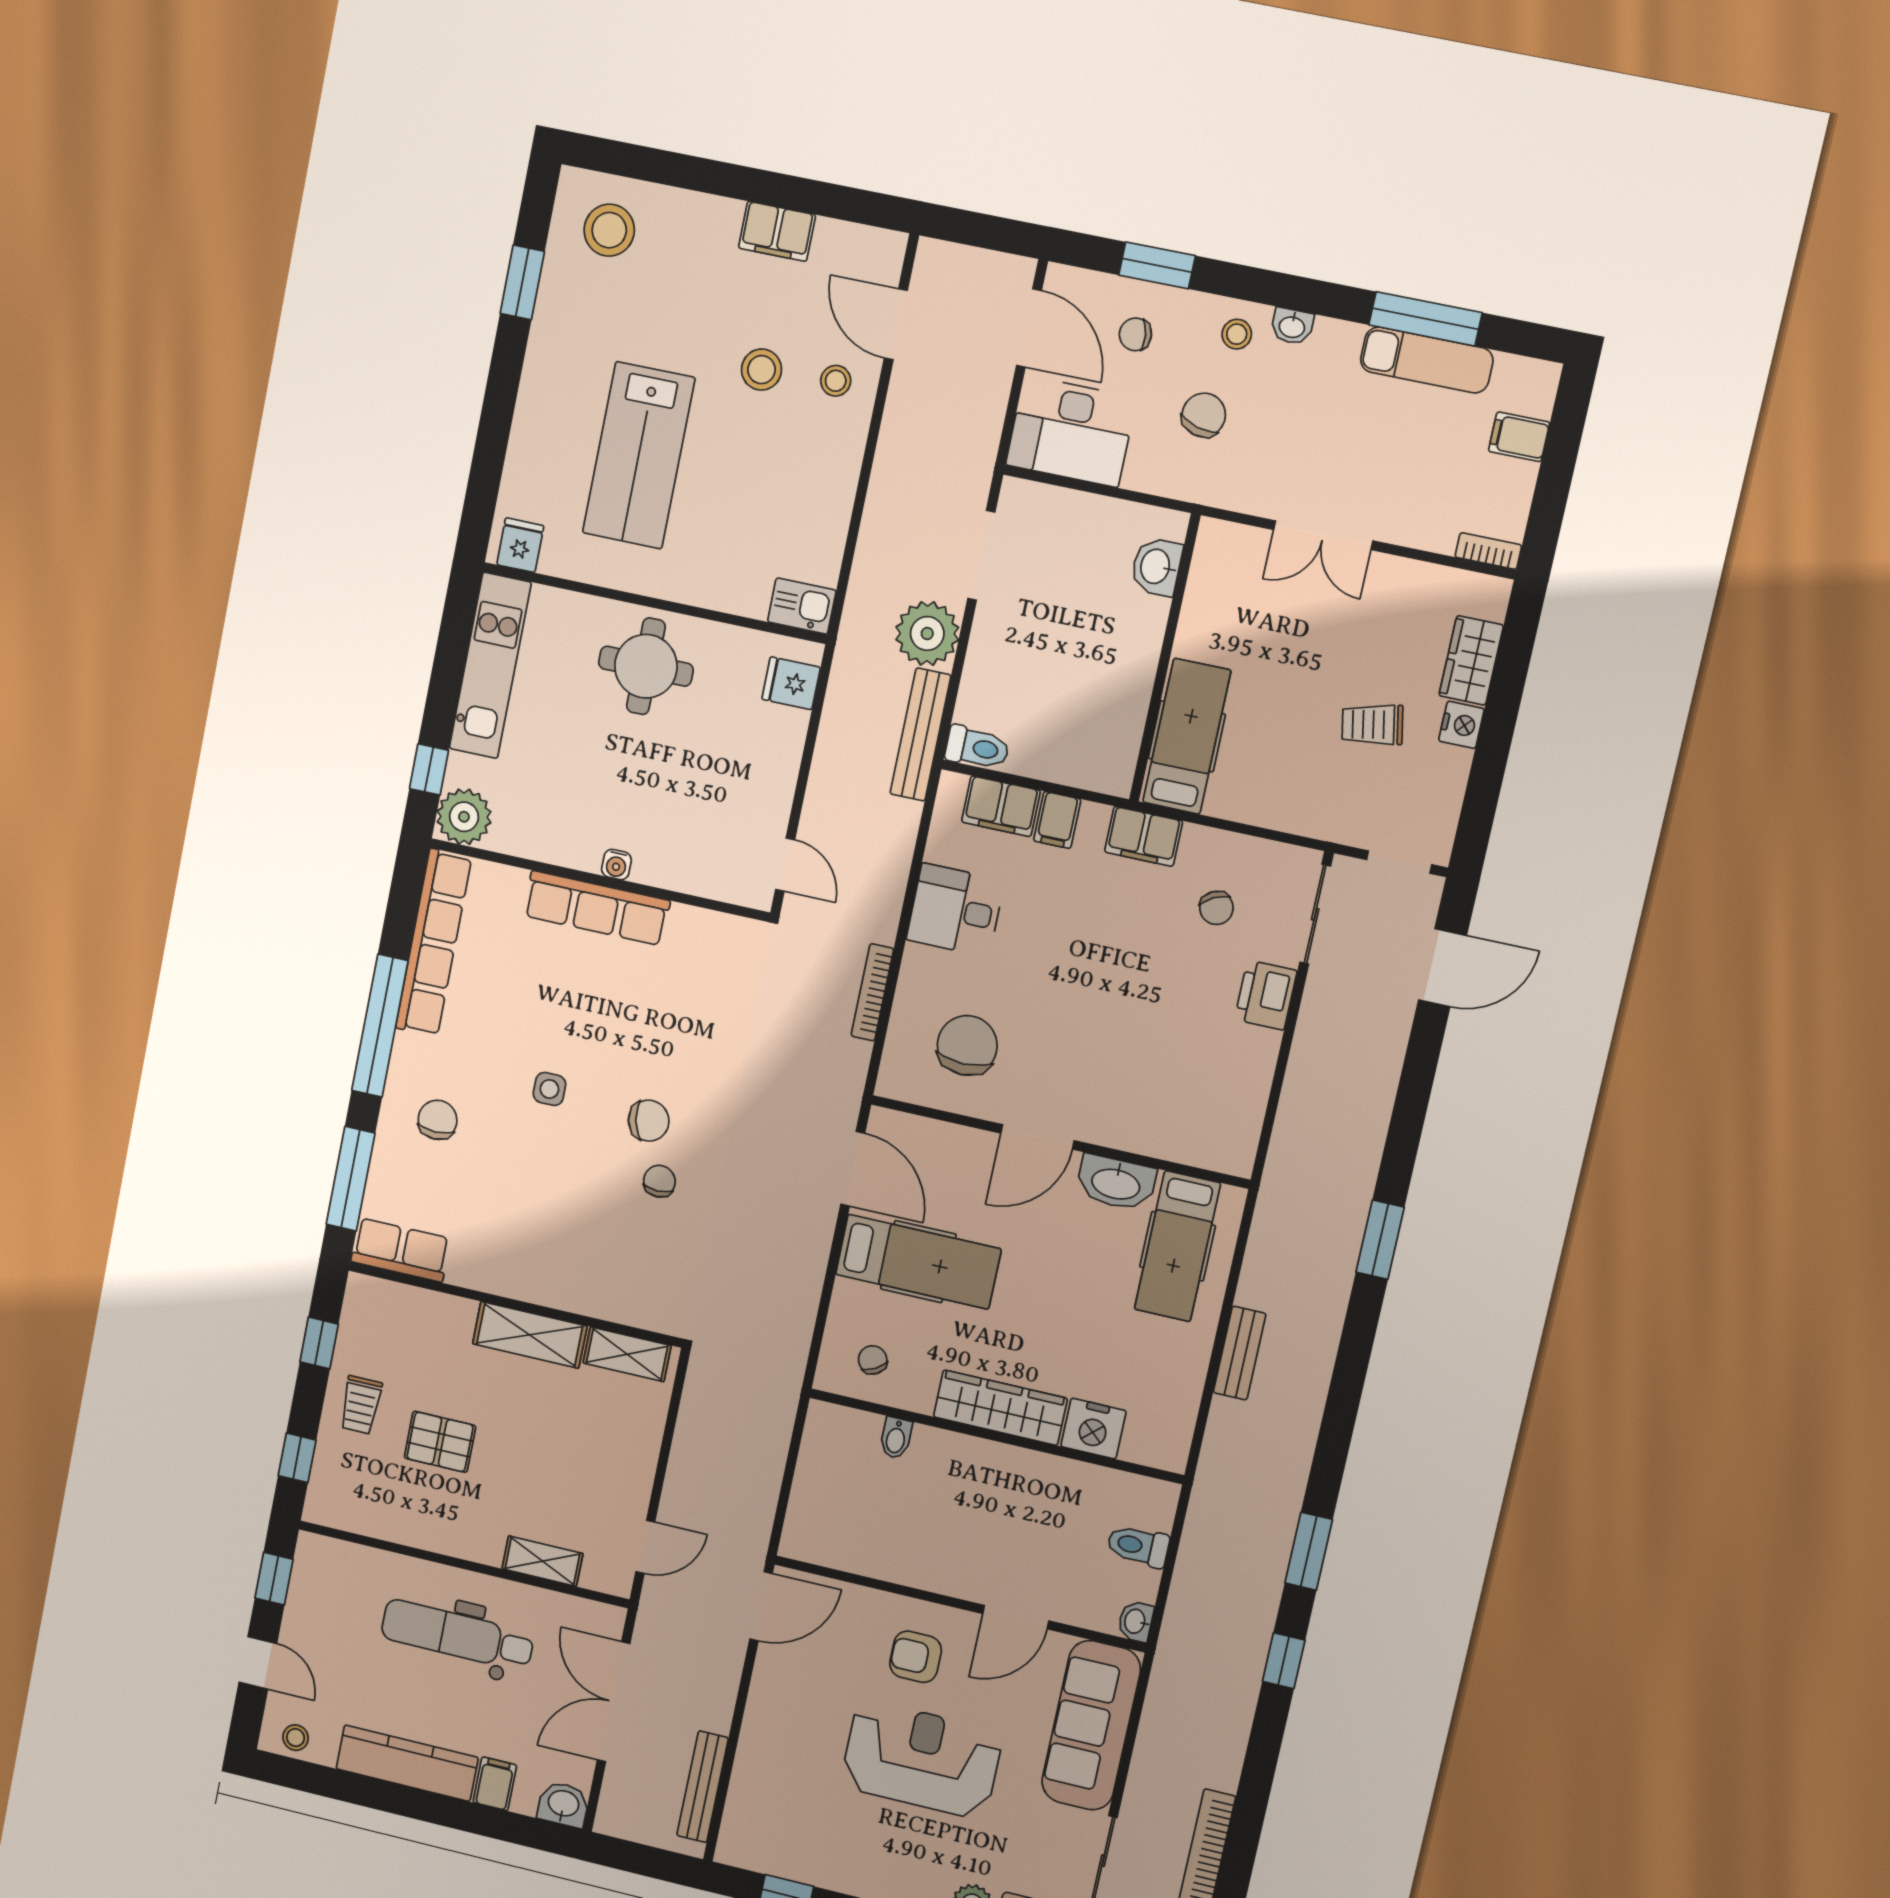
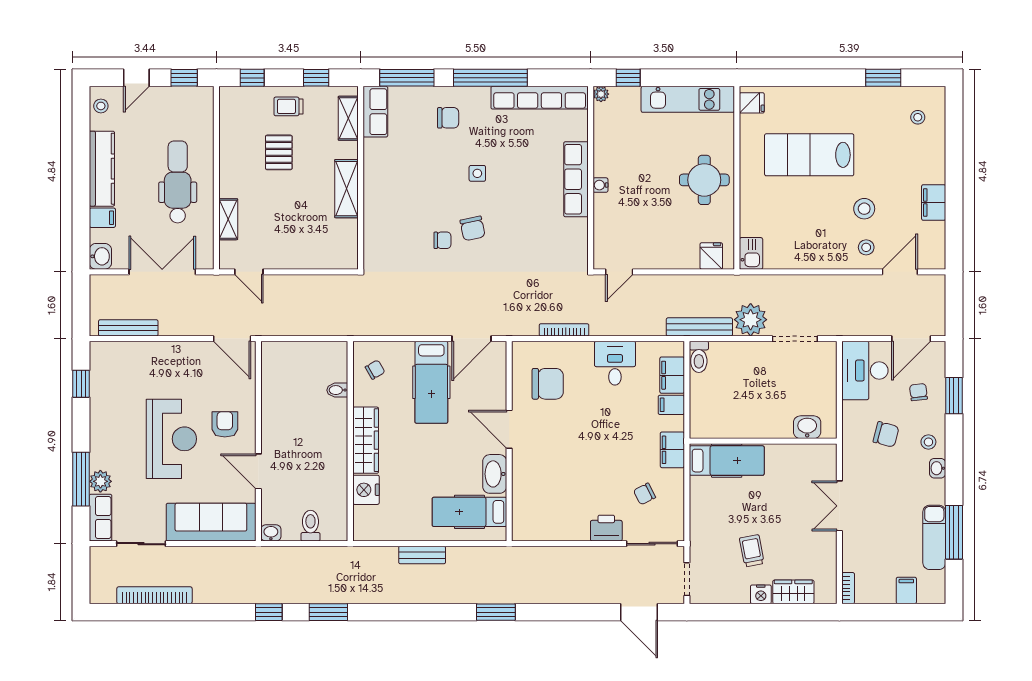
stool: (609, 230) -> (918, 117), width x0.53, depth x0.53
plant: (464, 817) -> (601, 94), width x0.53, depth x0.53
shelving: (627, 1354) -> (348, 118), moved

